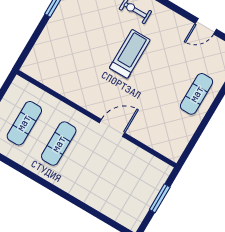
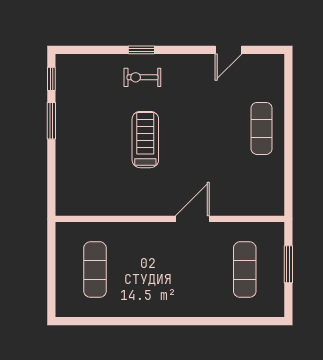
treadmill: (130, 54) -> (145, 140), moved
exercise mat: (59, 144) -> (245, 270), moved

